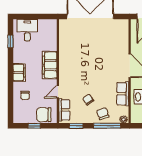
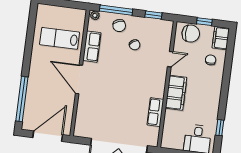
filing cabinet: (19, 72) -> (221, 38), moved
row of seats: (64, 110) -> (155, 112), moved

